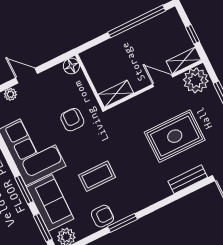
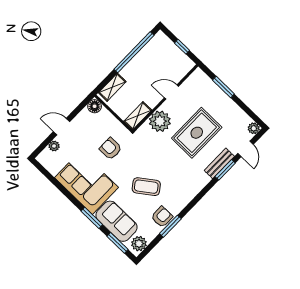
shelving: (184, 60) -> (112, 87), moved
plant: (196, 80) -> (160, 121), moved
coffee table: (97, 176) -> (146, 187), turned 54
window: (192, 189) -> (225, 170), added
window: (122, 223) -> (170, 226), moved

